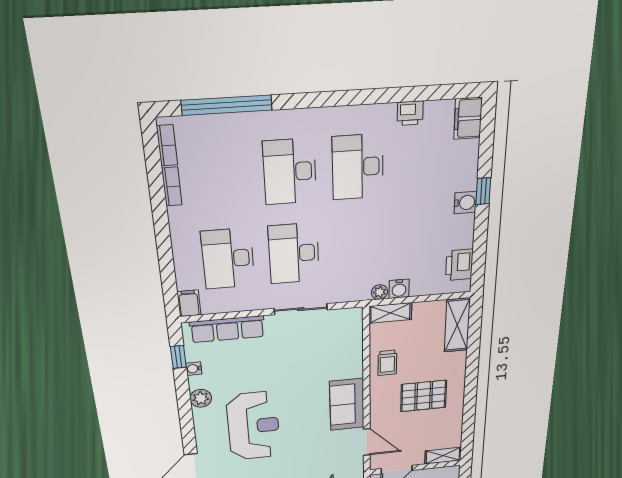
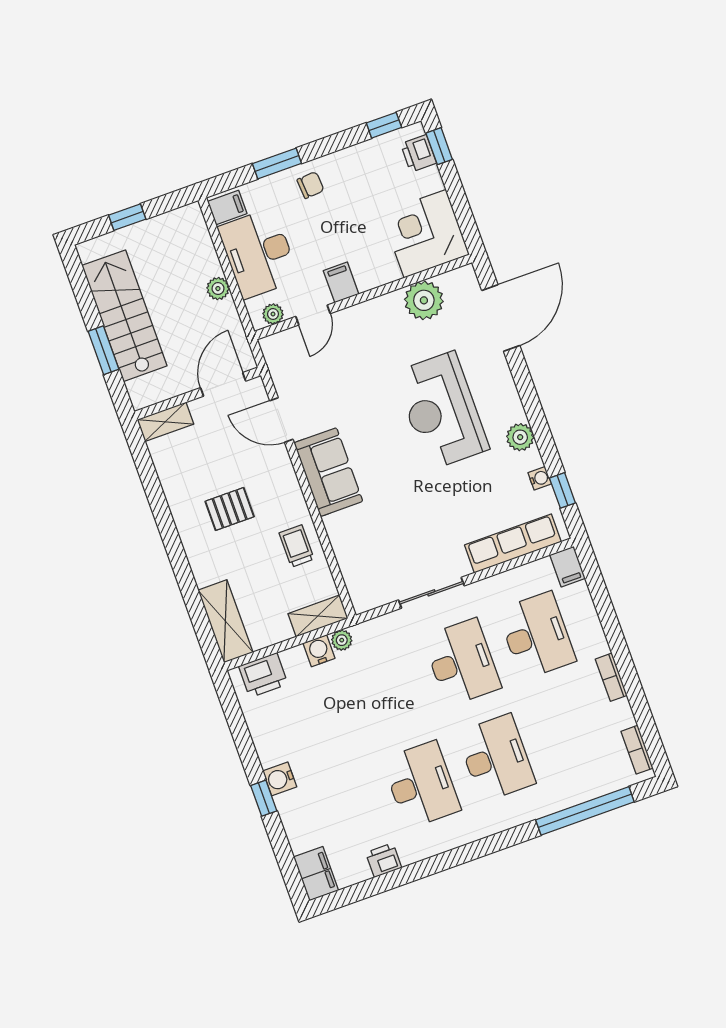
bookcase: (172, 186) -> (611, 677), moved
printer: (459, 265) -> (263, 675), moved, turned 90
pallet: (424, 396) -> (230, 509), width x0.67, depth x0.71

